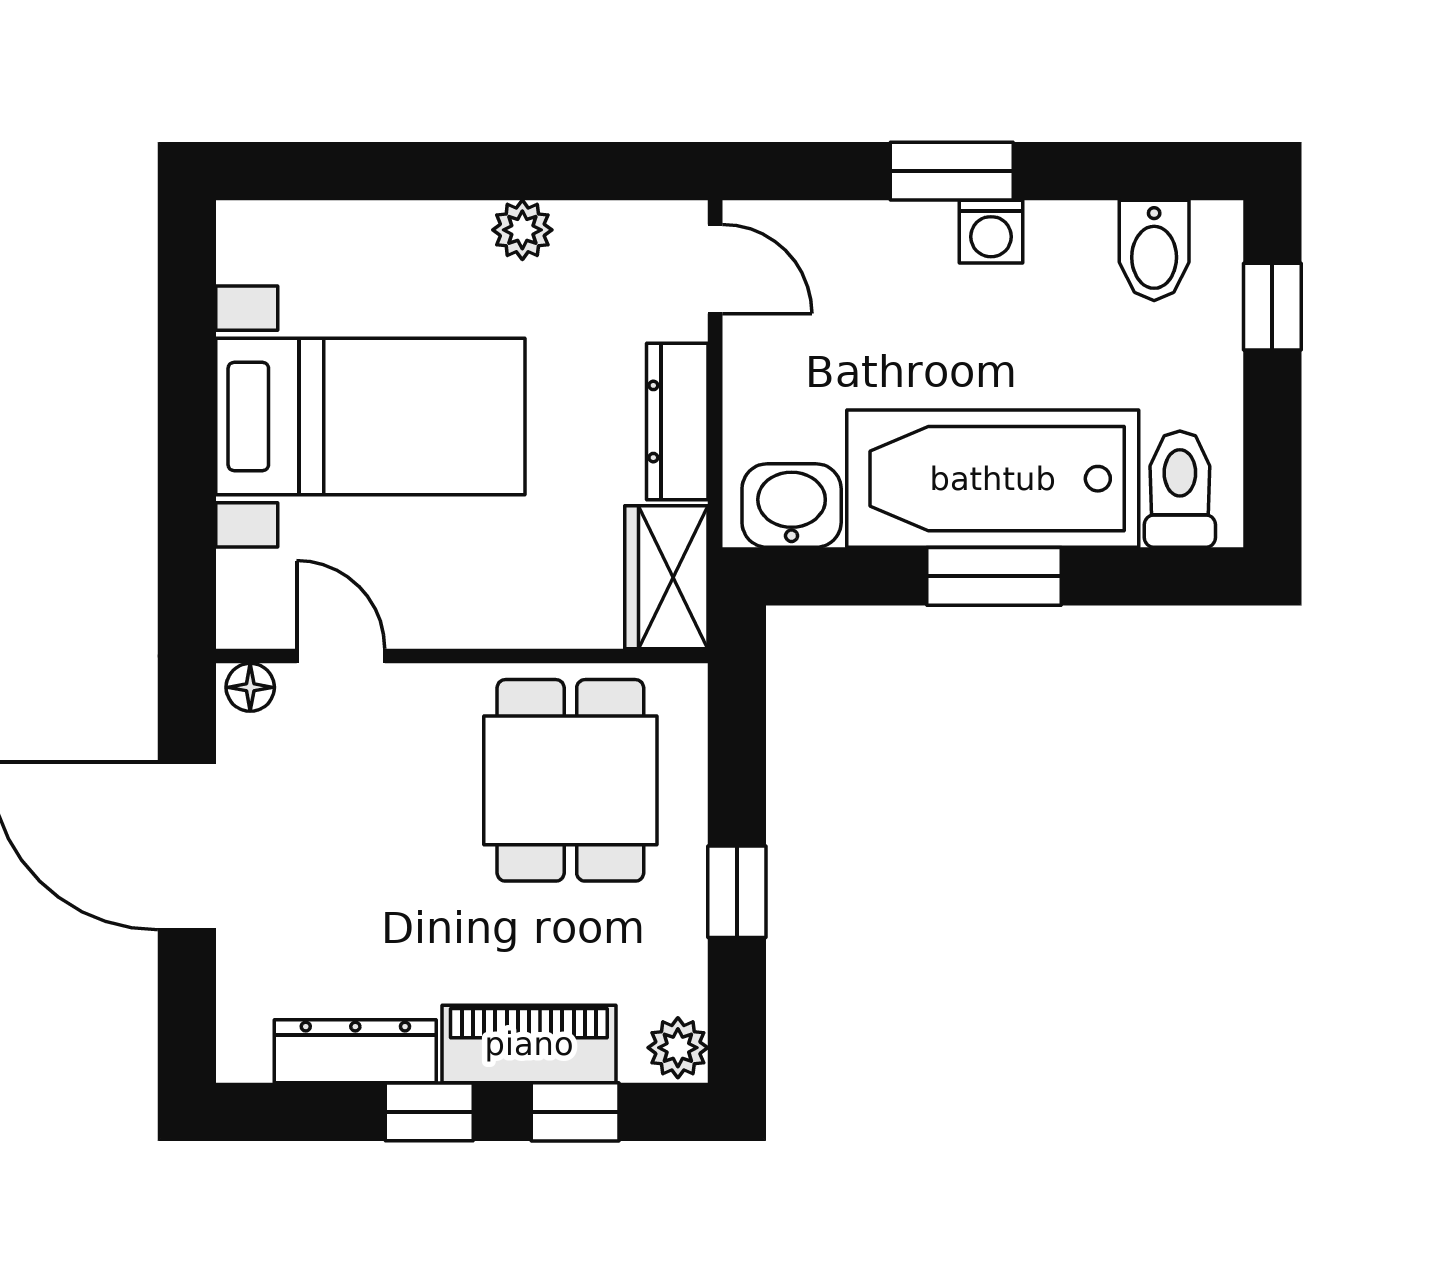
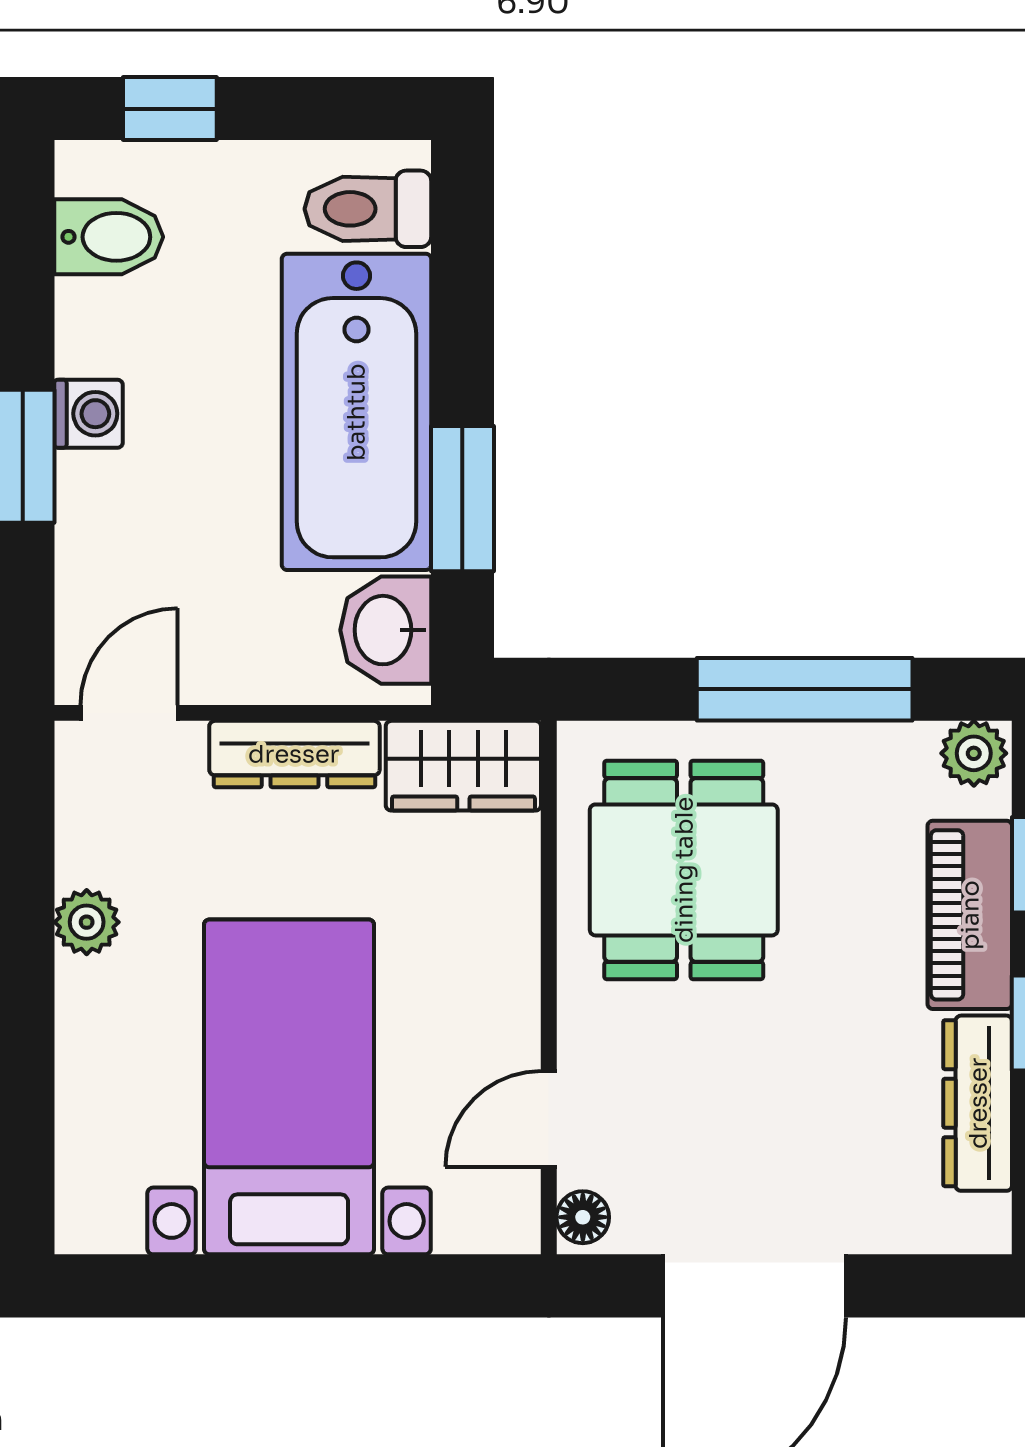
window: (994, 576) -> (462, 499), moved
dining table: (570, 780) -> (684, 870), turned 90
window: (737, 892) -> (805, 689), width x2.17

